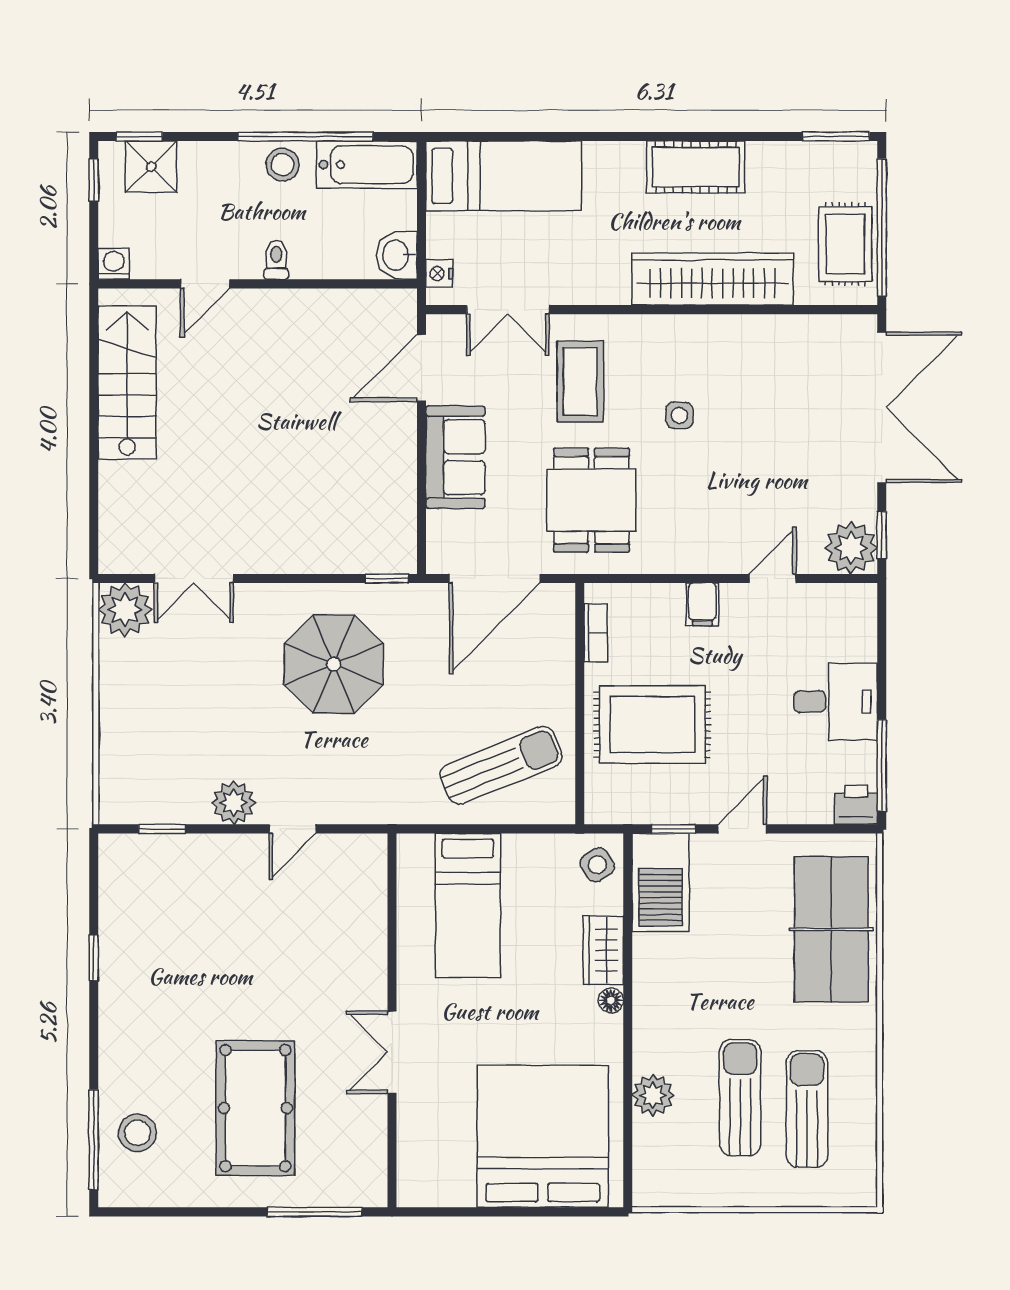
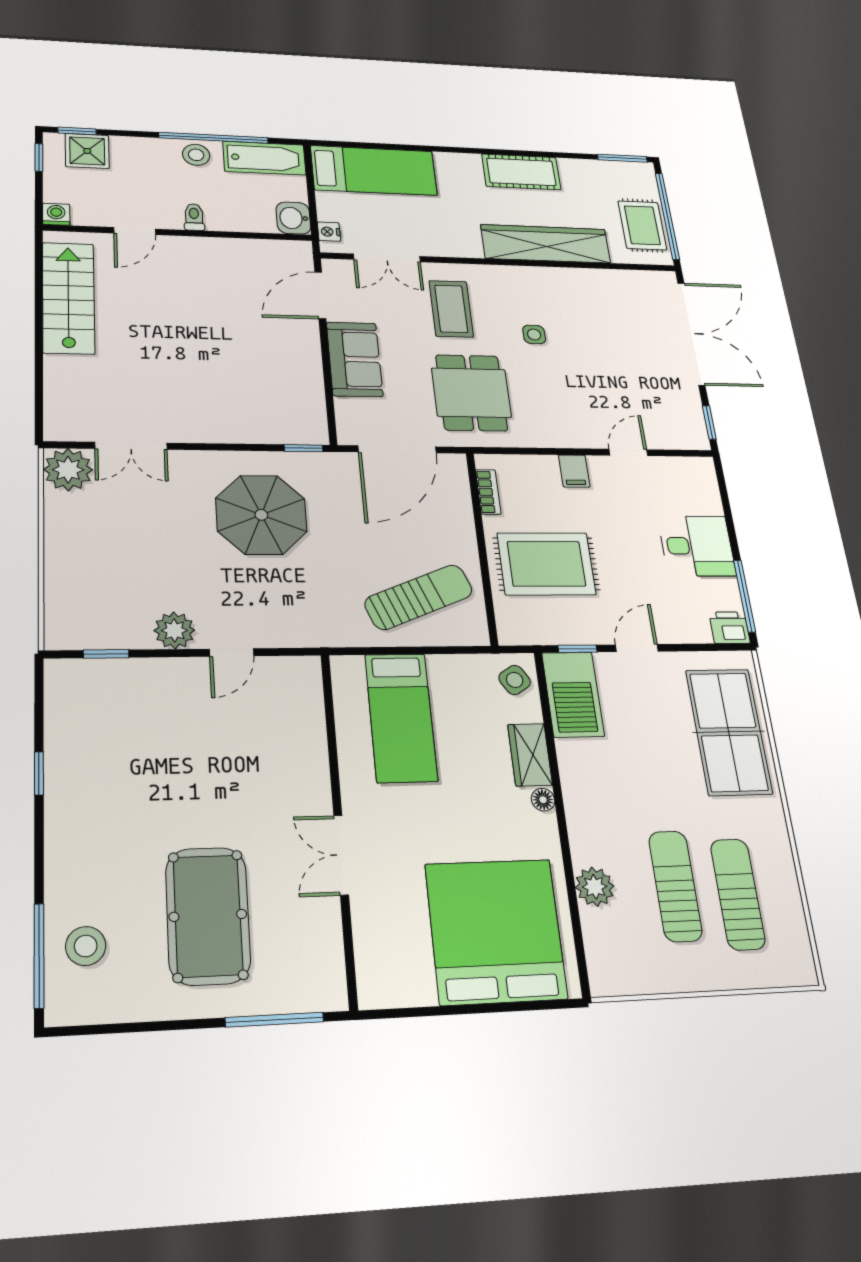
plant: (851, 548) -> (687, 431), removed

